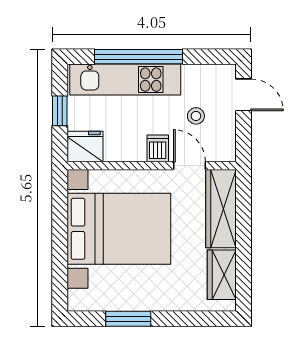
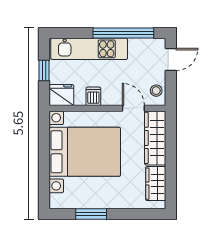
window: (139, 57) -> (123, 33), moved
door: (244, 95) -> (171, 59), hinge flipped
stool: (196, 116) -> (156, 91), moved
dishwasher: (158, 148) -> (93, 96), moved

